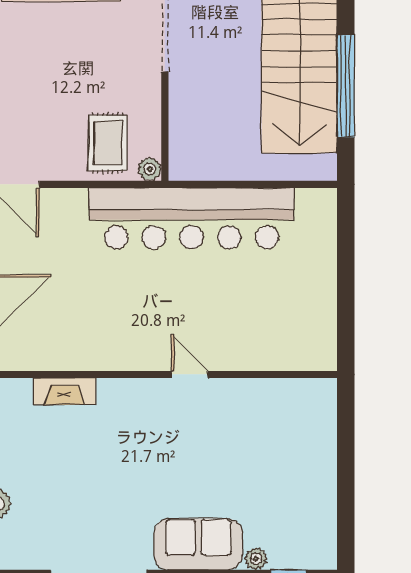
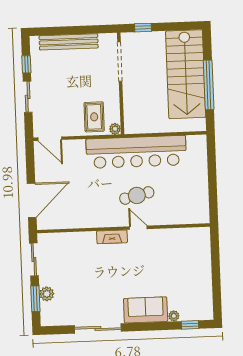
cafe table: (189, 308) -> (137, 195), added
fireplace: (65, 391) -> (112, 237), moved

